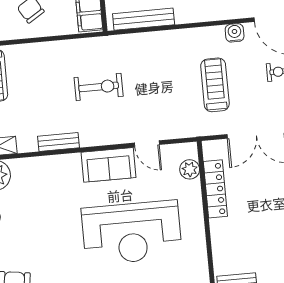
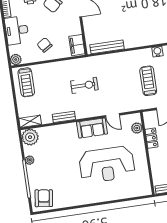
locker: (215, 189) -> (152, 138), width x0.66

